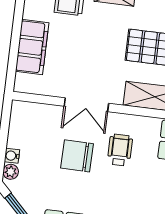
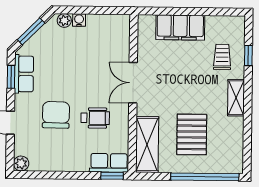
chair: (77, 156) -> (56, 115), moved

